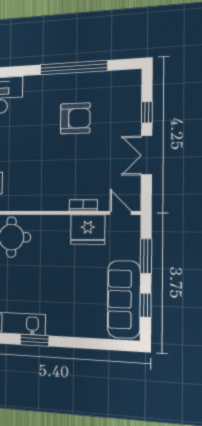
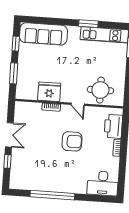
armchair: (75, 118) -> (72, 141), moved, turned 180
door: (121, 213) -> (78, 104), moved
sofa: (124, 299) -> (43, 34), moved, turned 90

